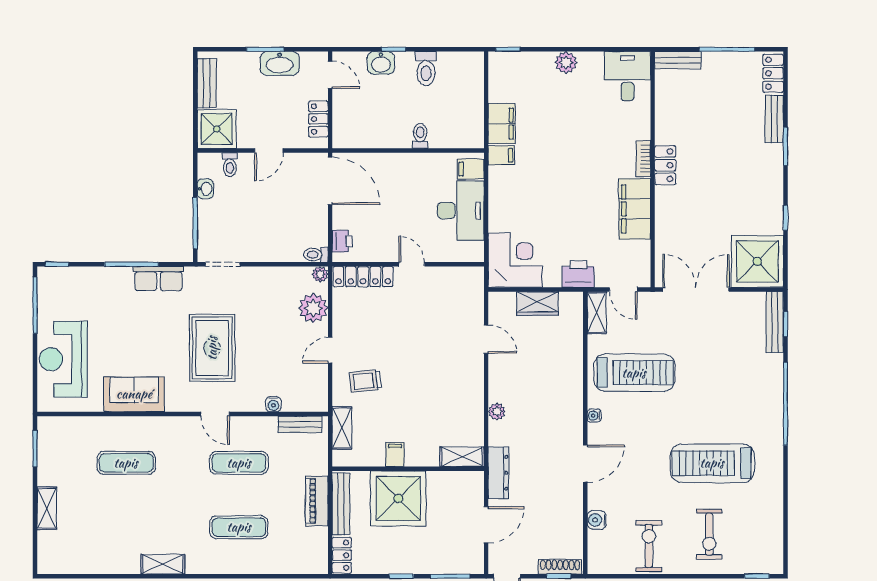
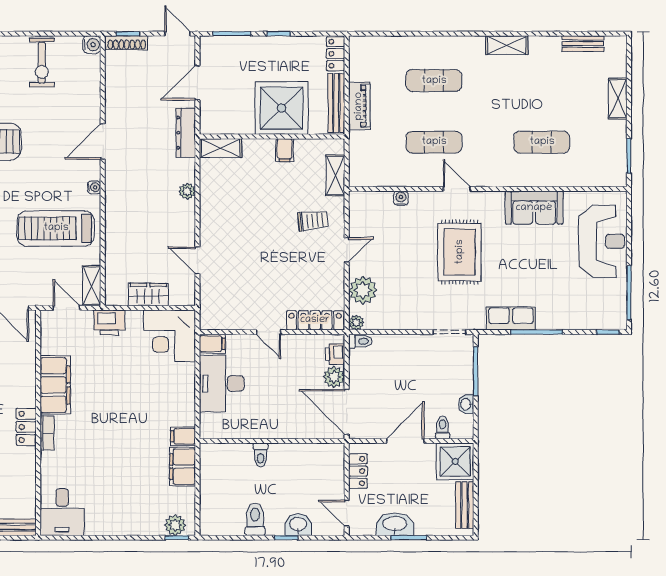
plant: (566, 62) -> (175, 525), moved
door: (269, 150) -> (405, 441), width x1.38
filing cabinet: (471, 169) -> (212, 344), moved
plant: (343, 217) -> (334, 377), added
bench: (300, 424) -> (583, 44), moved
water cooler: (597, 520) -> (92, 45), moved

